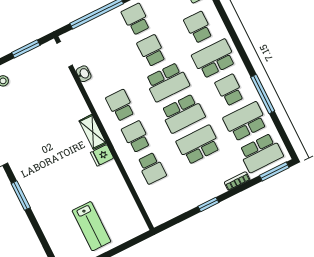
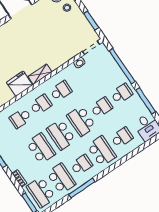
fridge: (102, 155) -> (20, 84), width x1.88, depth x1.34

